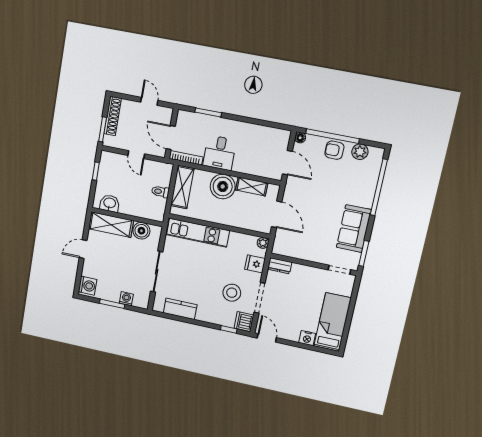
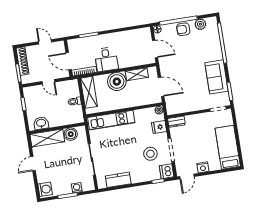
door: (267, 338) -> (187, 177), swing flipped
nightstand: (307, 338) -> (203, 167), moved

